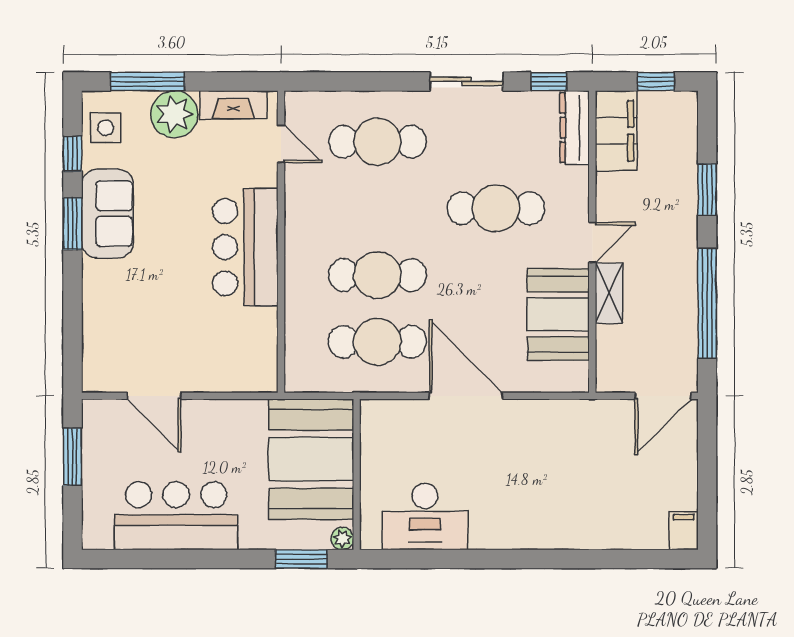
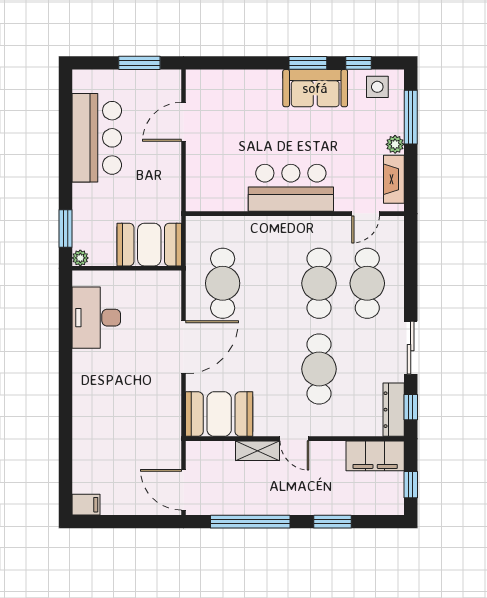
plant: (174, 114) -> (395, 144), width x0.53, depth x0.53
dresser: (575, 128) -> (394, 410), moved, turned -90
cafe table: (377, 275) -> (319, 283), moved
booth: (558, 314) -> (219, 414), moved
booth: (311, 459) -> (149, 245), width x0.73, depth x0.70

